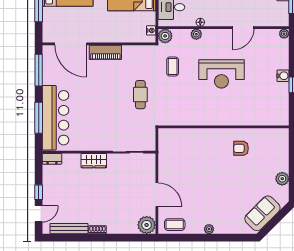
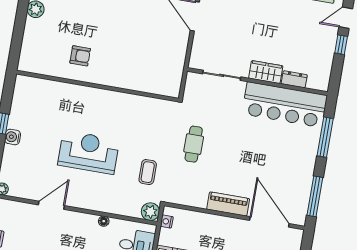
plant: (196, 34) -> (111, 207), removed
bar counter: (55, 118) -> (285, 105), moved, turned -90
dresser: (52, 159) -> (294, 79), moved

